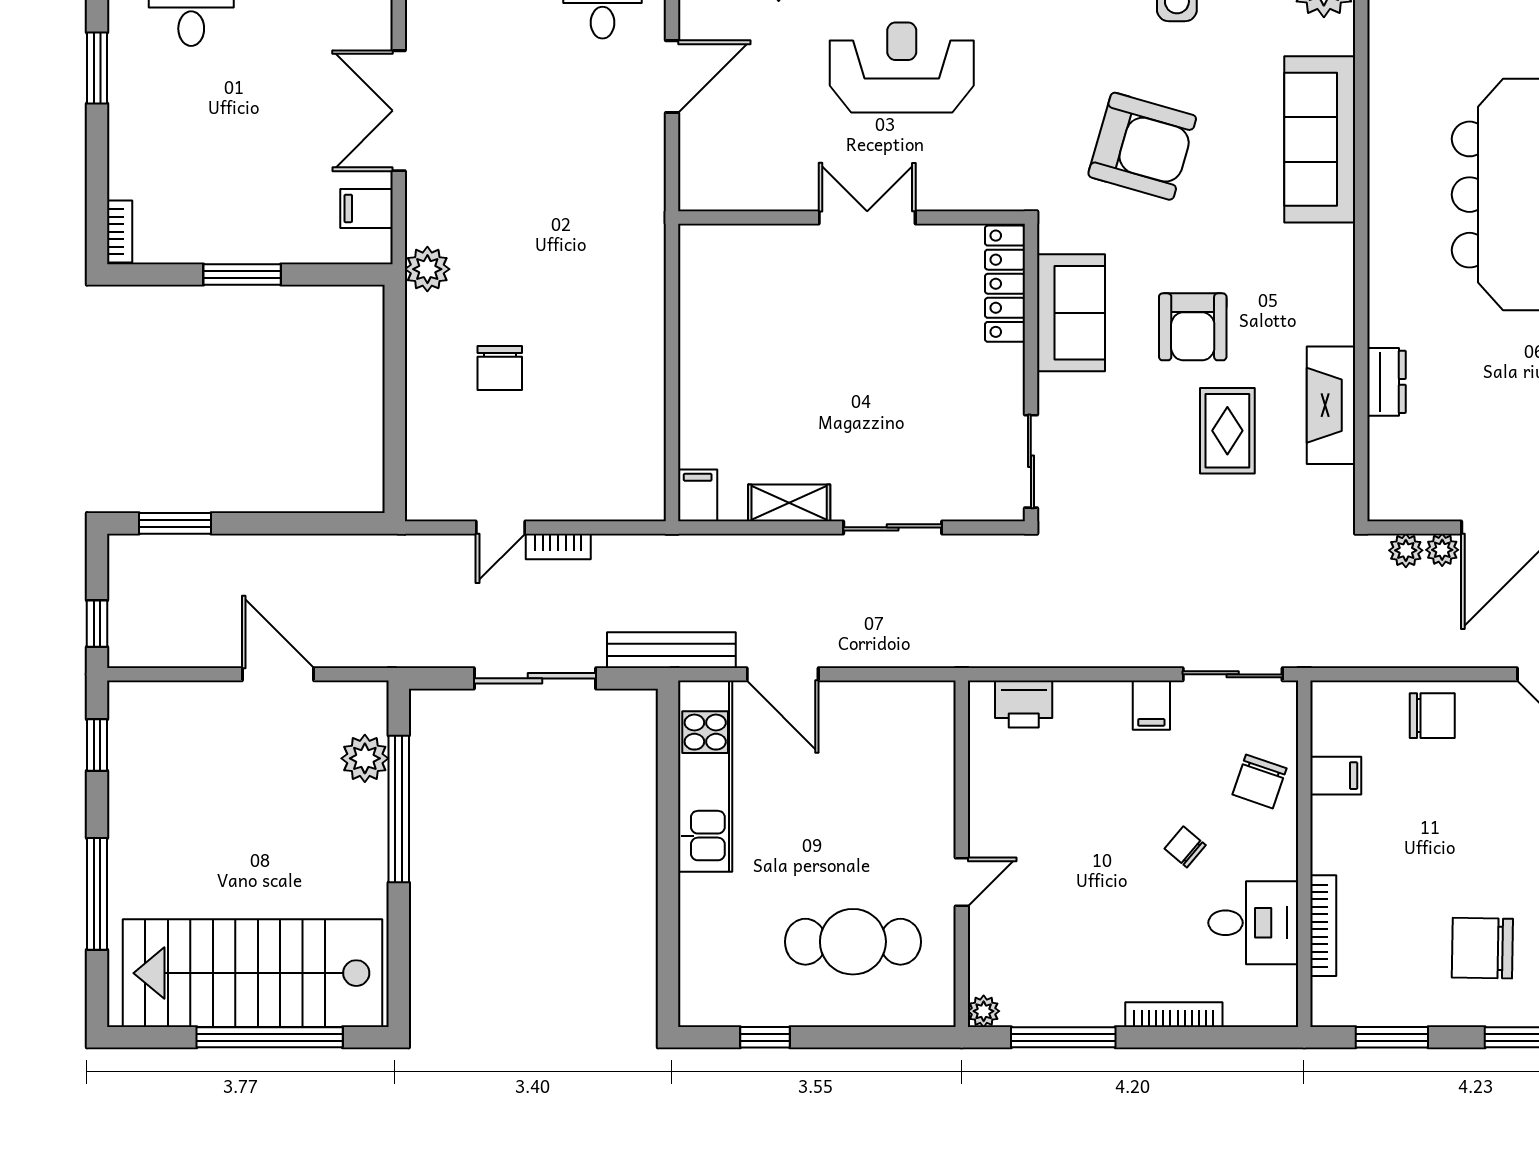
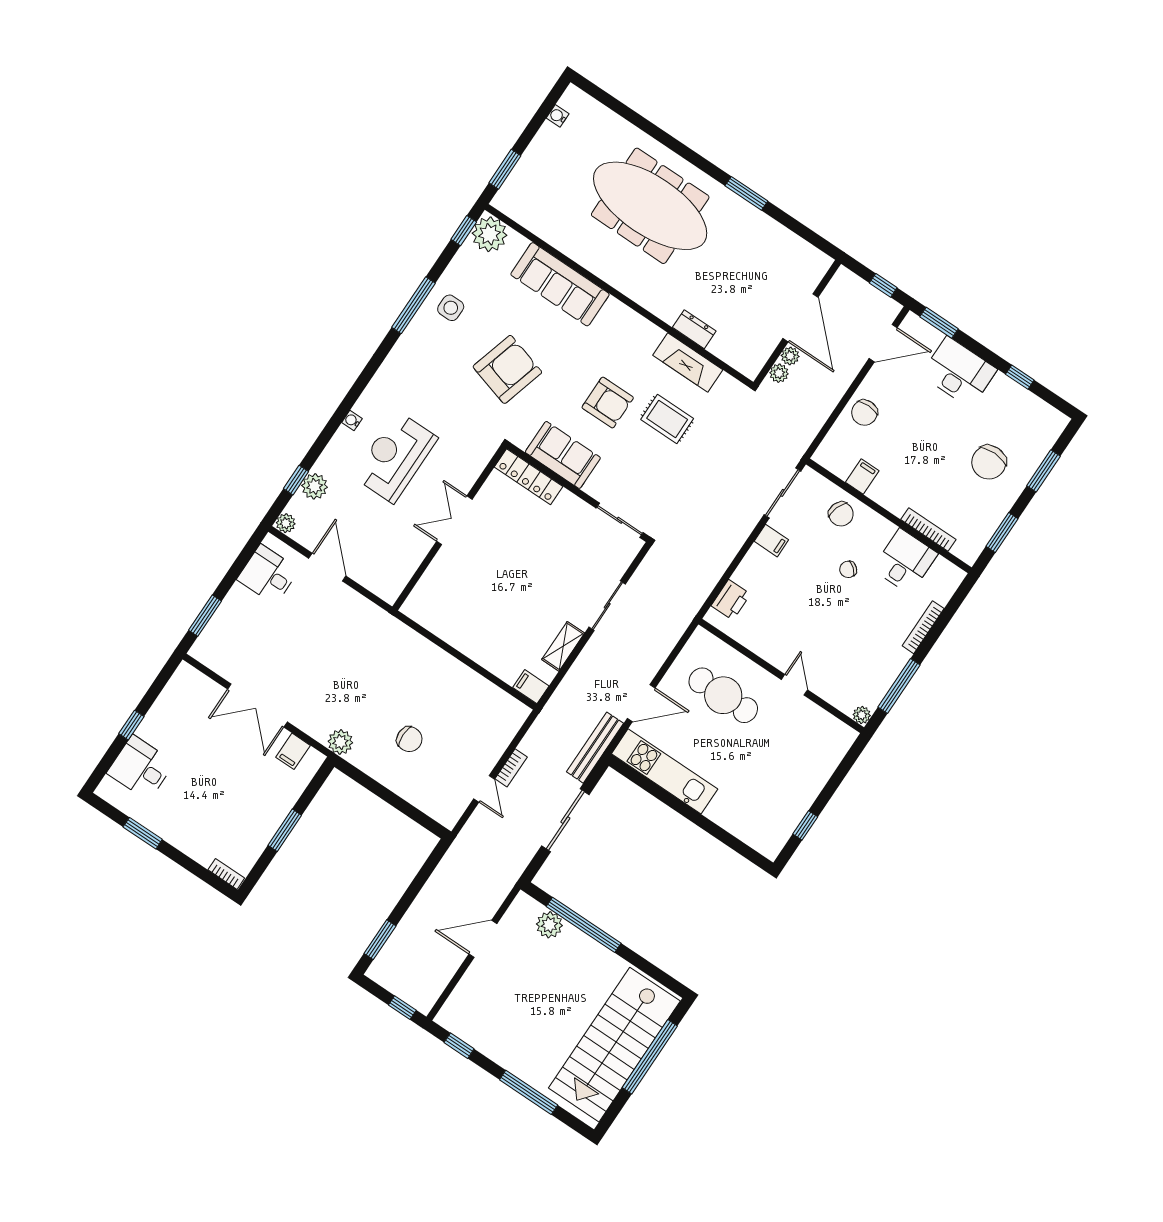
chair: (1432, 716) -> (864, 413), turned 180
cafe table: (853, 942) -> (723, 695), moved, turned 90

